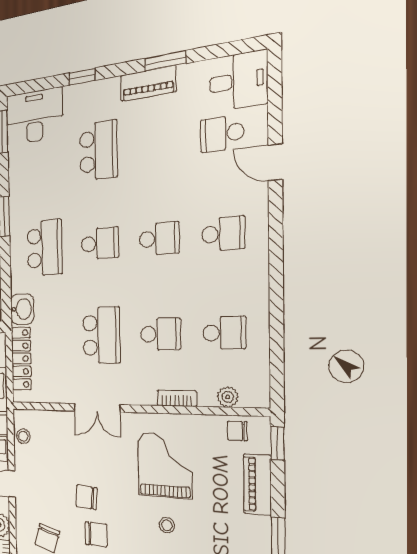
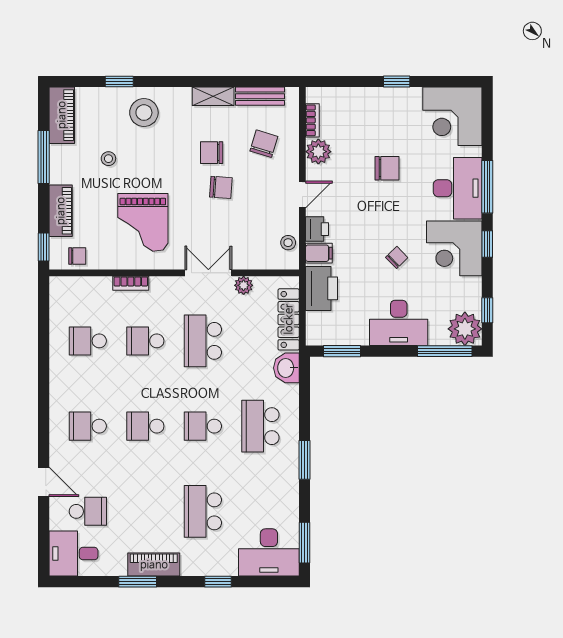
plant: (228, 397) -> (244, 285), moved
stool: (167, 525) -> (108, 159), moved

